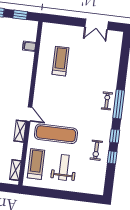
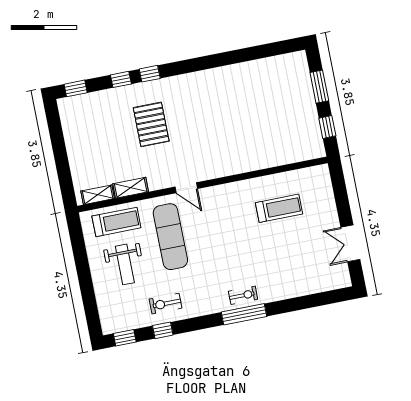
filing cabinet: (29, 46) -> (286, 155), removed
door: (29, 114) -> (186, 188), hinge flipped
shelving: (20, 131) -> (131, 188), moved
window: (115, 136) -> (125, 338), moved
weight bench: (64, 167) -> (125, 264), turned 90

